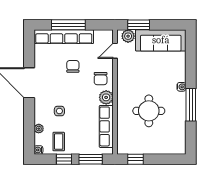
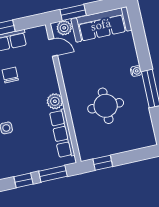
door: (115, 51) -> (53, 47), swing flipped
chair: (101, 79) -> (44, 82), removed
coffee table: (59, 142) -> (13, 162), removed

